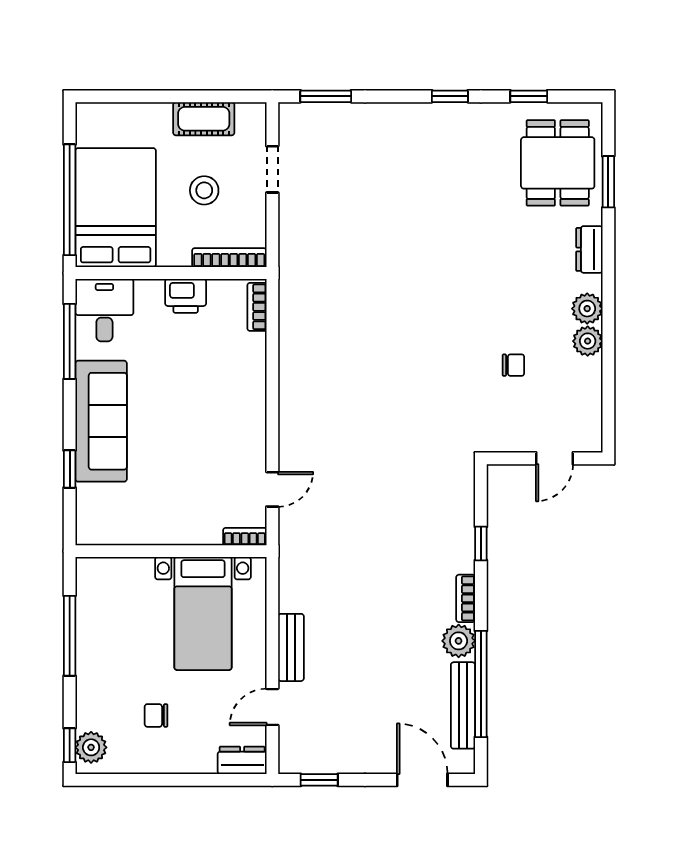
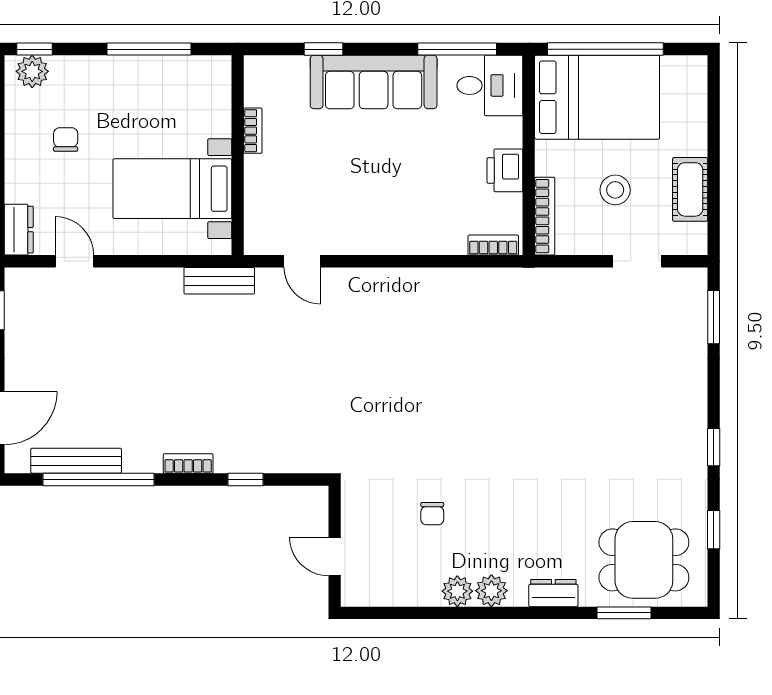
bookcase: (245, 537) -> (253, 131), moved
plant: (459, 641) -> (144, 456), removed
bench: (291, 647) -> (219, 281), moved

